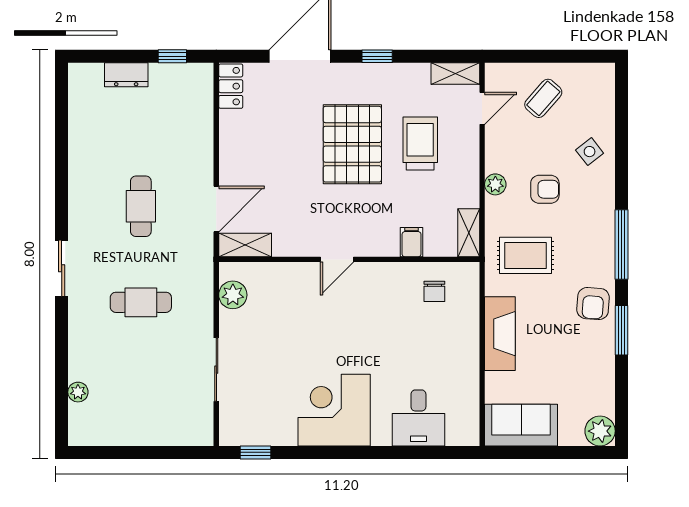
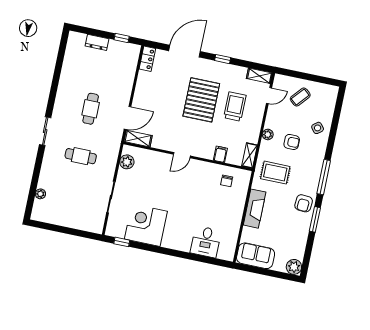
corner desk: (334, 410) -> (146, 225), moved

